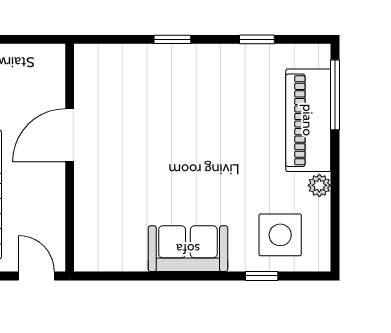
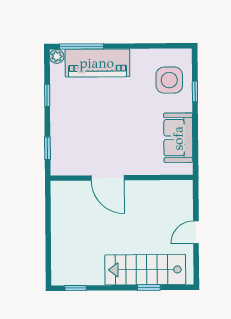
door: (70, 135) -> (108, 178), moved
wall: (70, 158) -> (122, 178), moved
plant: (319, 185) -> (57, 56), moved

